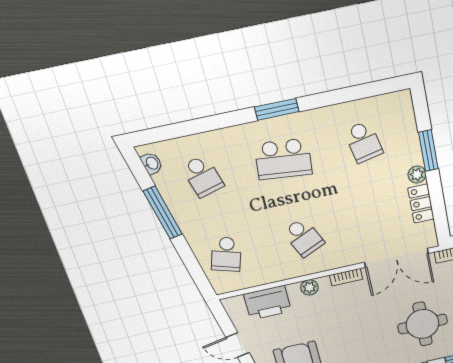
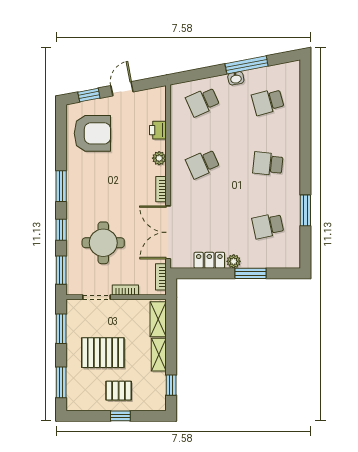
window: (277, 109) -> (305, 210), moved
school desk: (283, 159) -> (268, 164), width x0.54
washbasin: (152, 163) -> (236, 78), moved
school desk: (226, 254) -> (203, 102), turned -42
printer: (268, 303) -> (158, 130), width x0.53, depth x0.68

